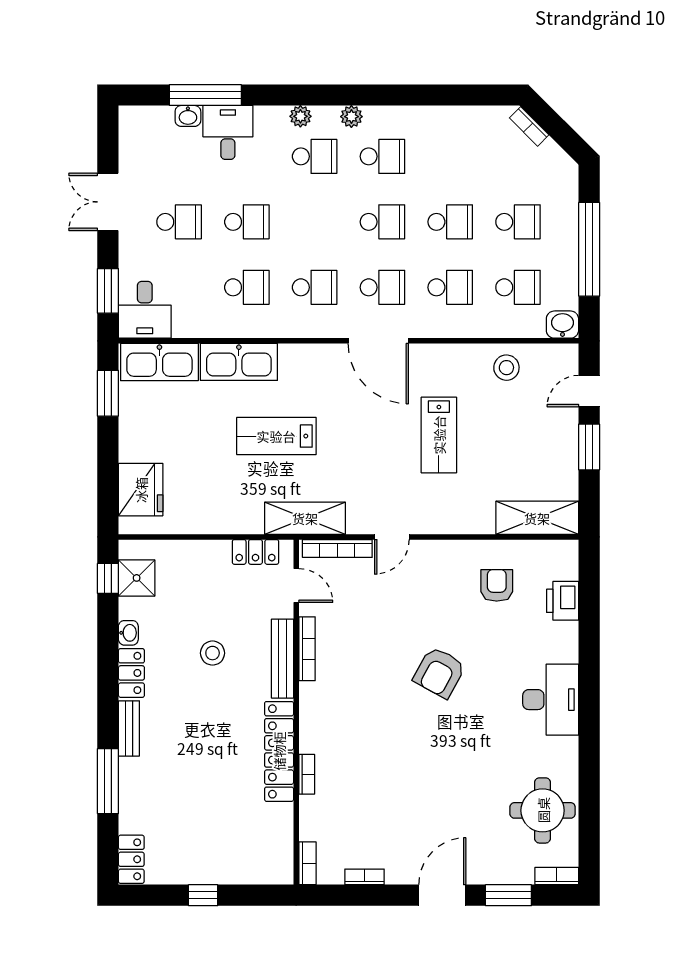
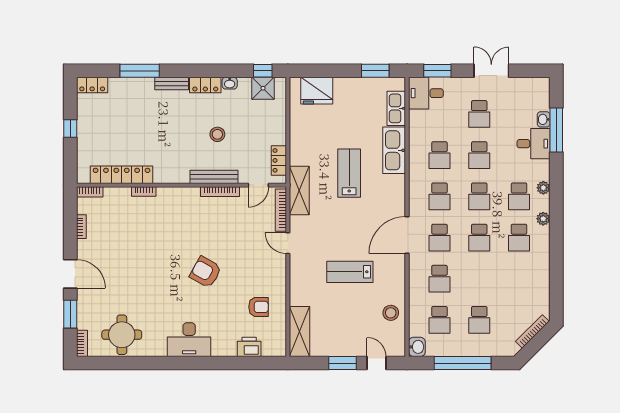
bookcase: (529, 126) -> (532, 331), width x1.56
school desk: (450, 222) -> (479, 196), moved
kitchen sink: (159, 362) -> (396, 108), width x0.73, depth x0.81
locker: (279, 751) -> (122, 175), moved

